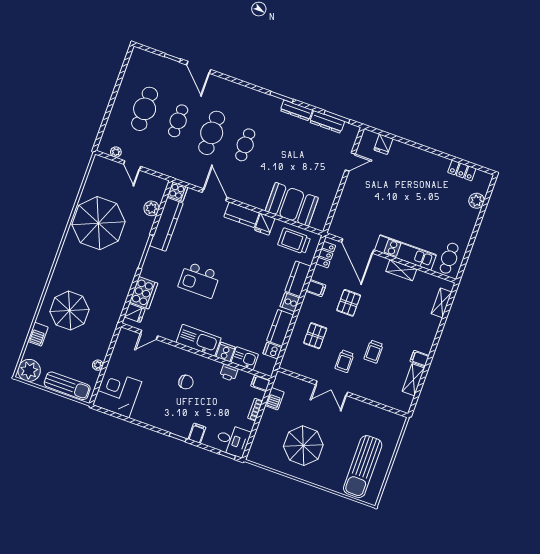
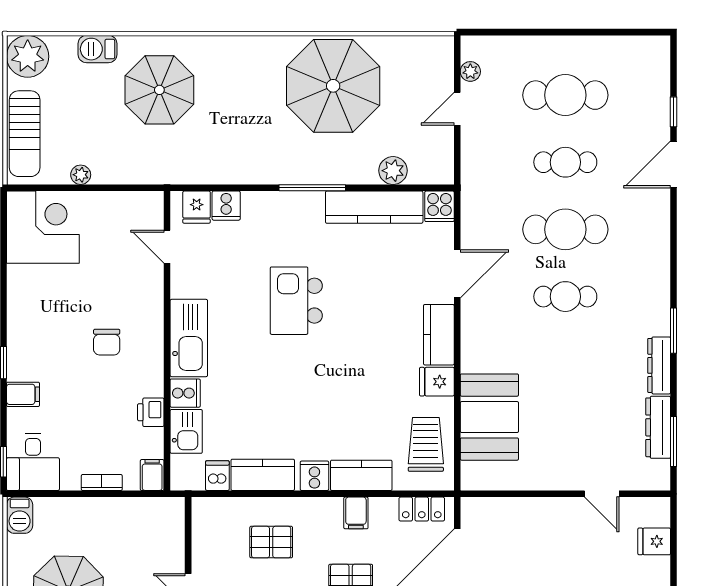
cooker: (144, 293) -> (226, 206), width x0.53, depth x0.76
barbecue: (274, 399) -> (20, 515), moved, turned -90

